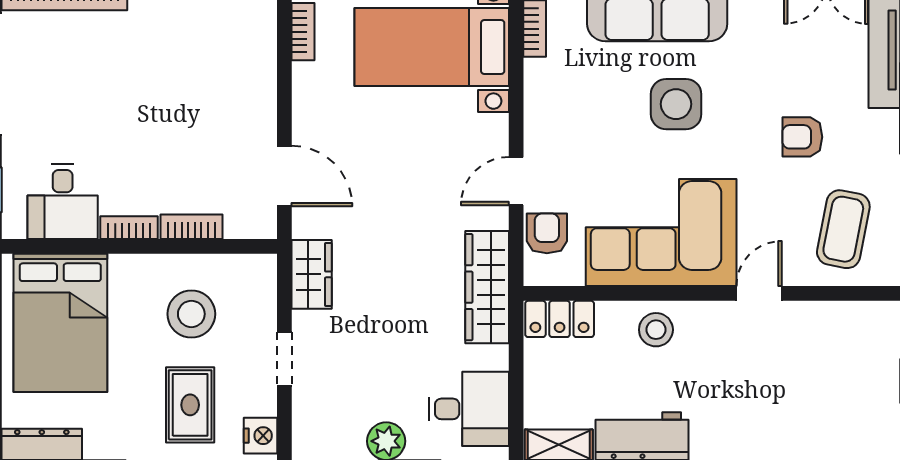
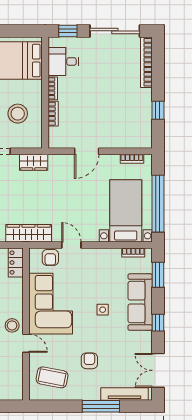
side table: (676, 104) -> (103, 310), width x0.54, depth x0.54
door: (284, 176) -> (87, 151), moved
armchair: (547, 233) -> (50, 257), turned 90
stool: (656, 330) -> (12, 325), moved

